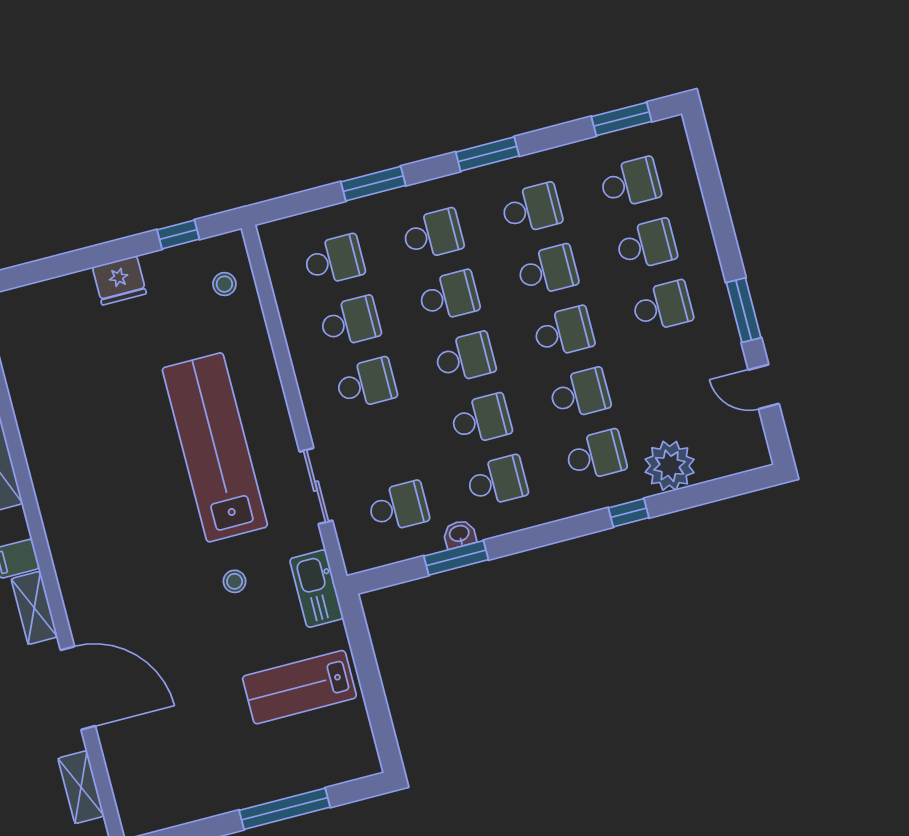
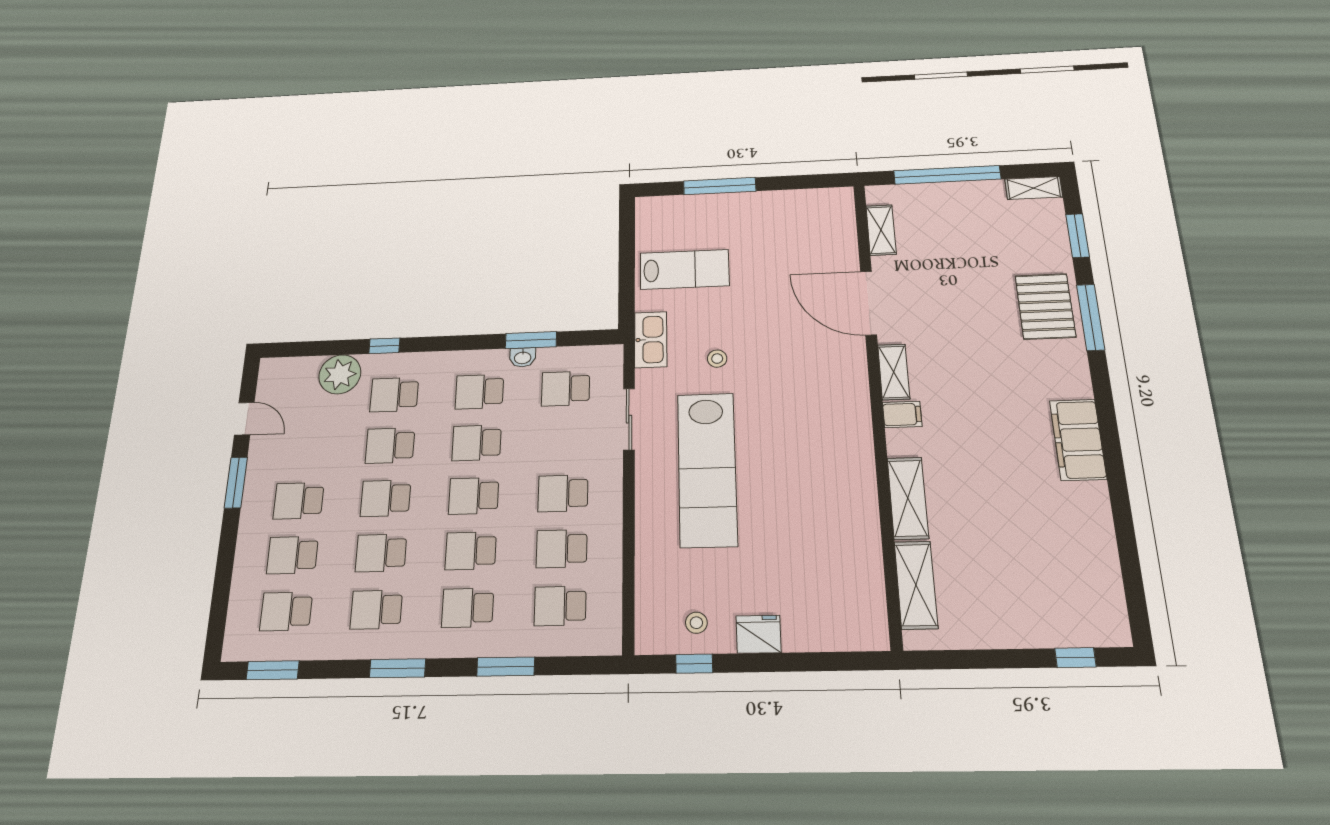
stool: (224, 284) -> (696, 623), moved

